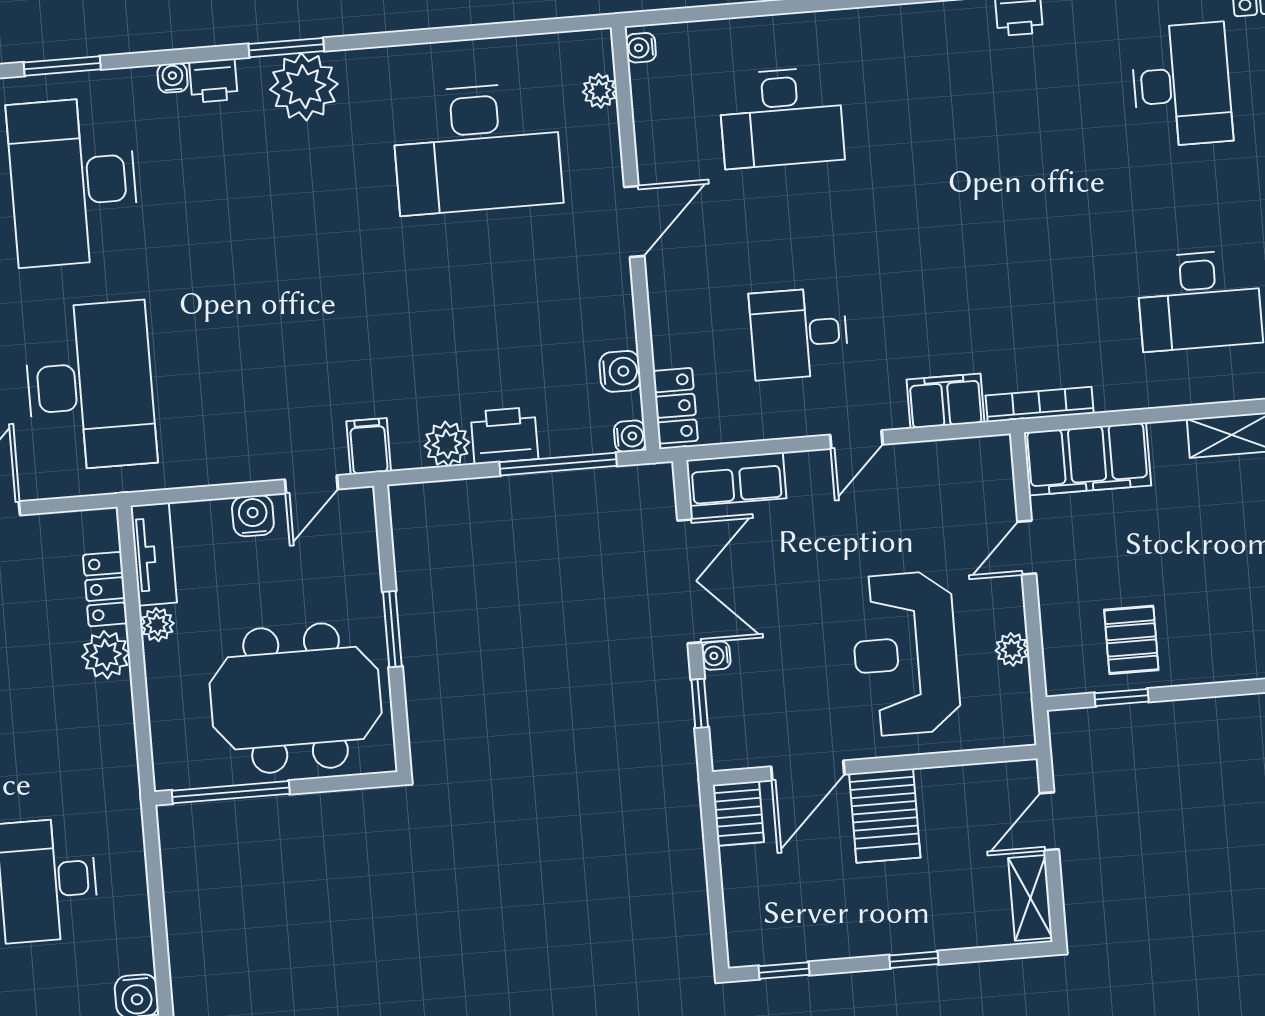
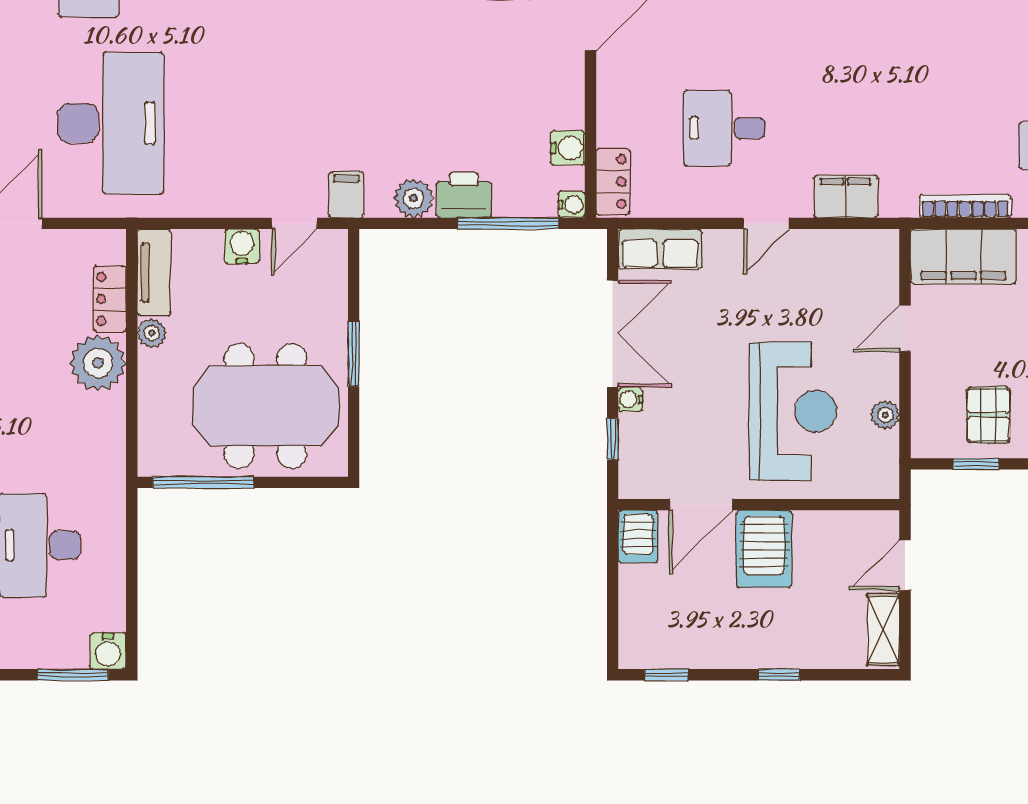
bookcase: (1040, 404) -> (965, 206), moved
reception desk: (905, 654) -> (793, 411), turned 180
plant: (106, 655) -> (98, 363), width x1.36, depth x1.36

